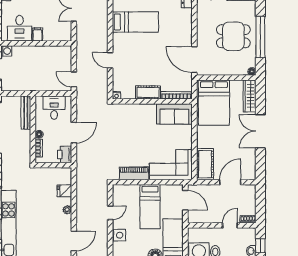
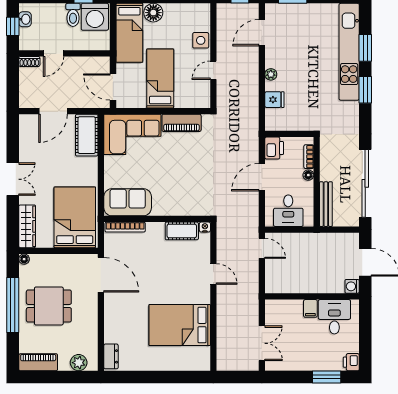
bed: (135, 22) -> (180, 325), width x1.50
cot: (148, 92) -> (182, 231), moved
double door: (260, 131) -> (13, 179), width x0.73

